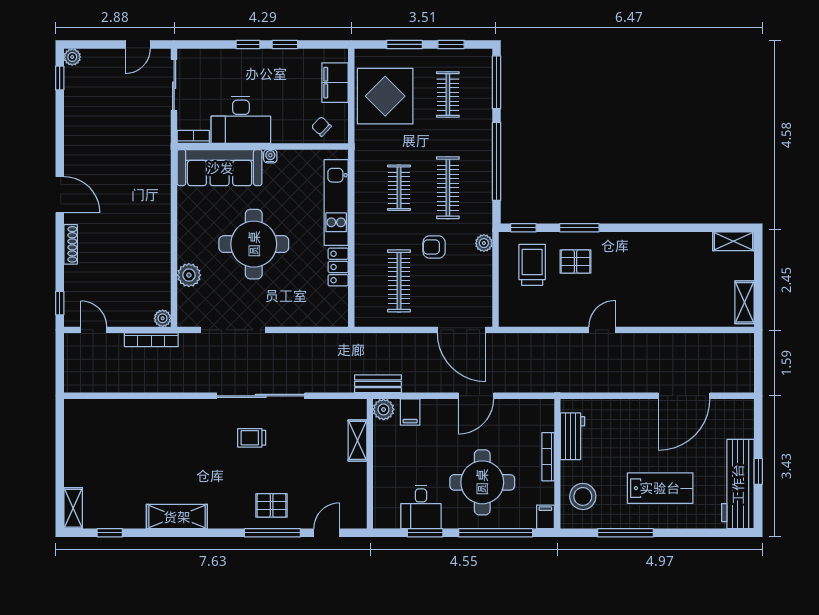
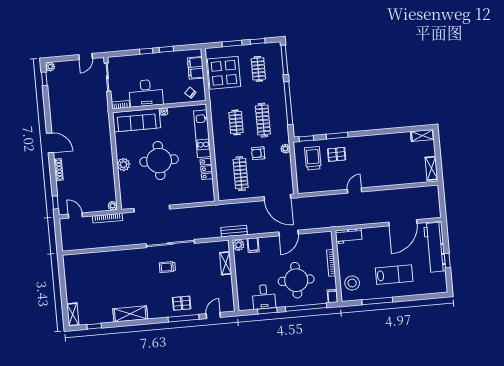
plant: (189, 275) -> (124, 165), moved
workbench: (573, 436) -> (349, 236), moved, turned 90
workbench: (738, 484) -> (435, 247), moved

